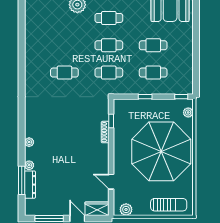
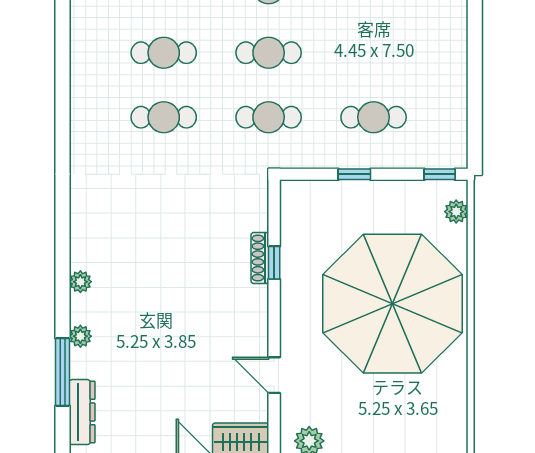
cafe table: (153, 45) -> (164, 53), moved
window: (111, 121) -> (274, 263), moved
dresser: (30, 185) -> (82, 412), moved
sun lounger: (169, 205) -> (410, 430), removed

